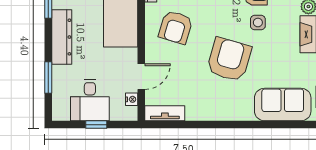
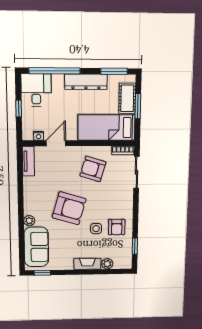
door: (141, 77) -> (56, 143), swing flipped
window: (48, 78) -> (55, 71), width x2.11
desk: (90, 100) -> (36, 90), moved, turned 90
plant: (246, 114) -> (29, 221), added

